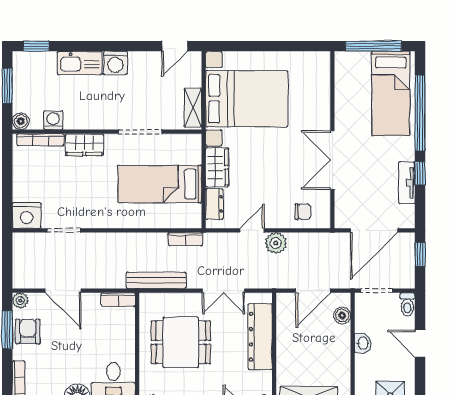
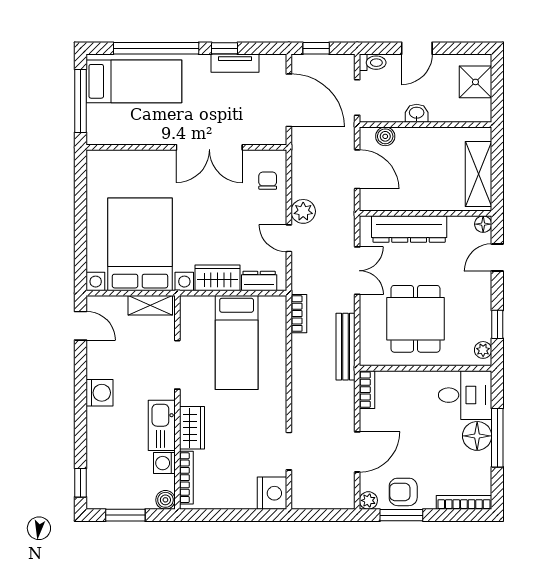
kitchen sink: (80, 63) -> (162, 425), moved, turned 180

